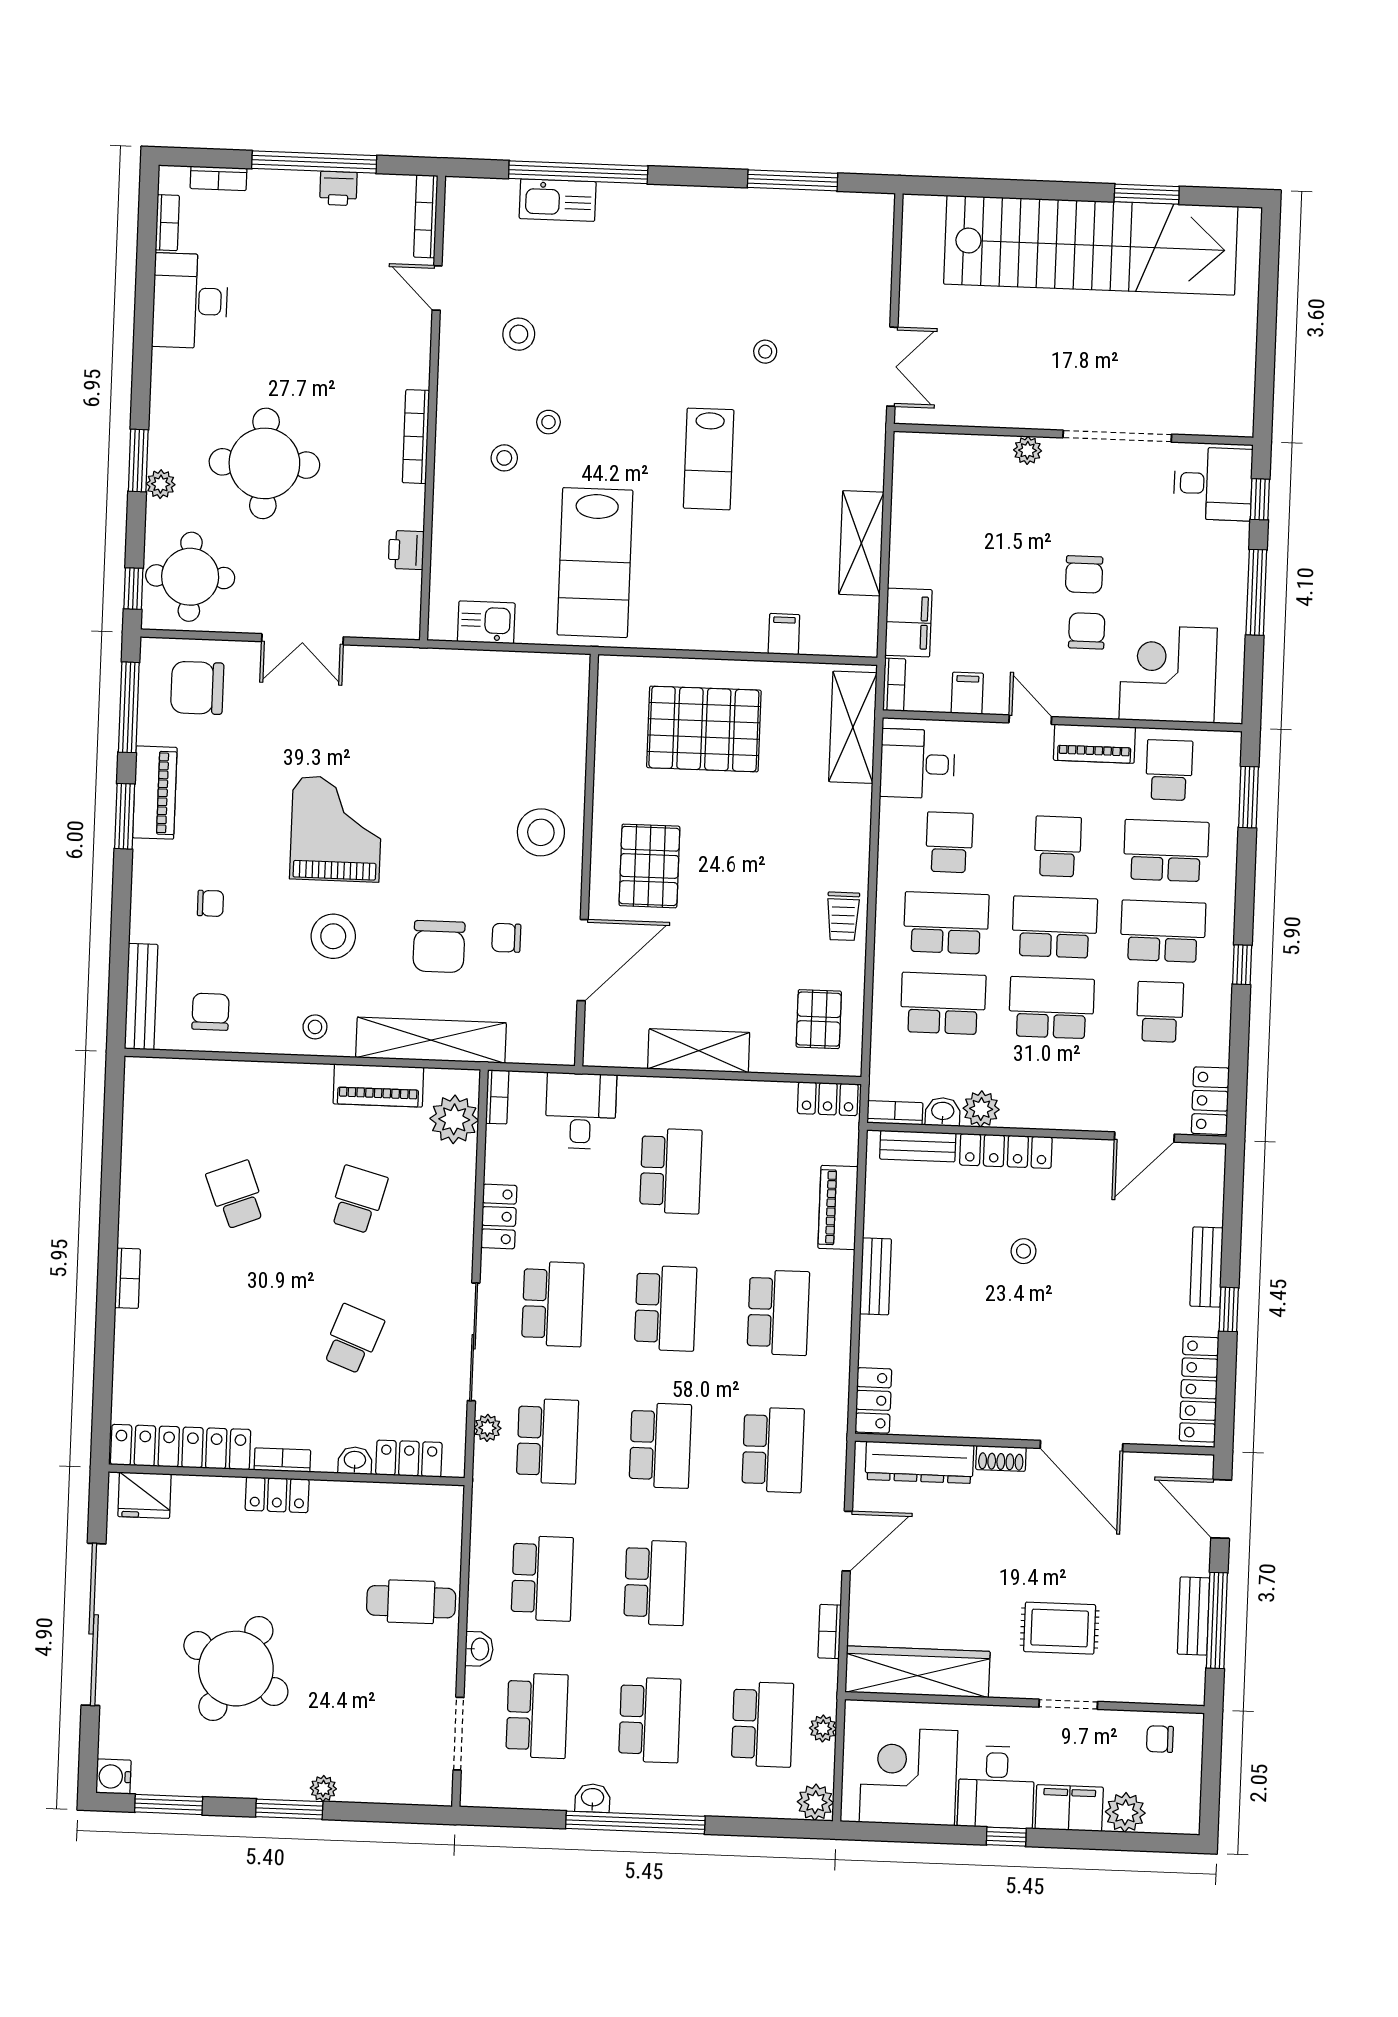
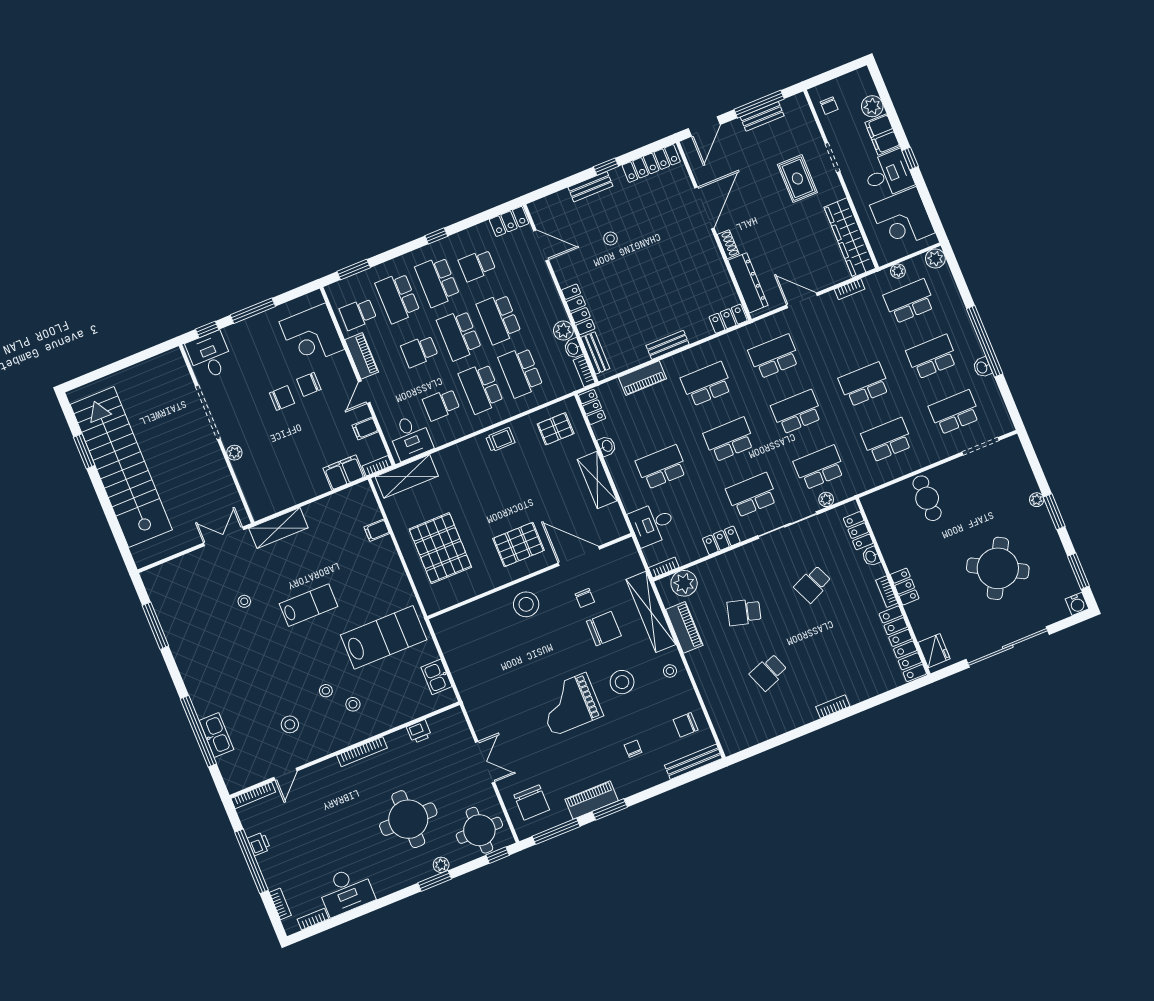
shelving: (861, 543) -> (278, 528), moved
stool: (1024, 1251) -> (611, 239), moved
school desk: (353, 1339) -> (813, 584), turned -45
washbasin: (479, 1649) -> (607, 446), moved, turned 90

